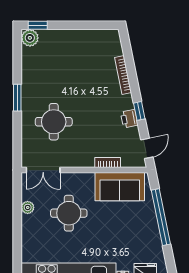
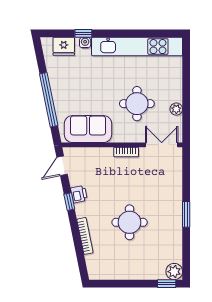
round table: (54, 122) -> (130, 222), moved
bookcase: (108, 163) -> (126, 152), moved

